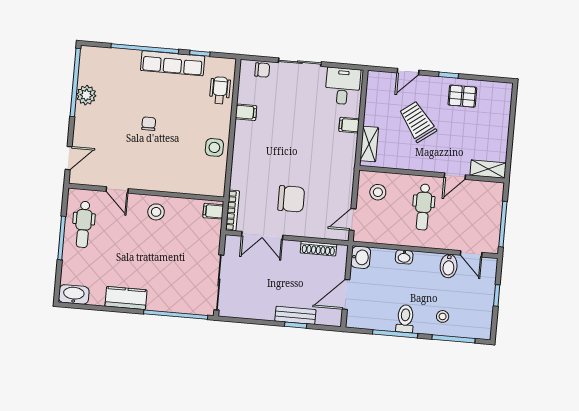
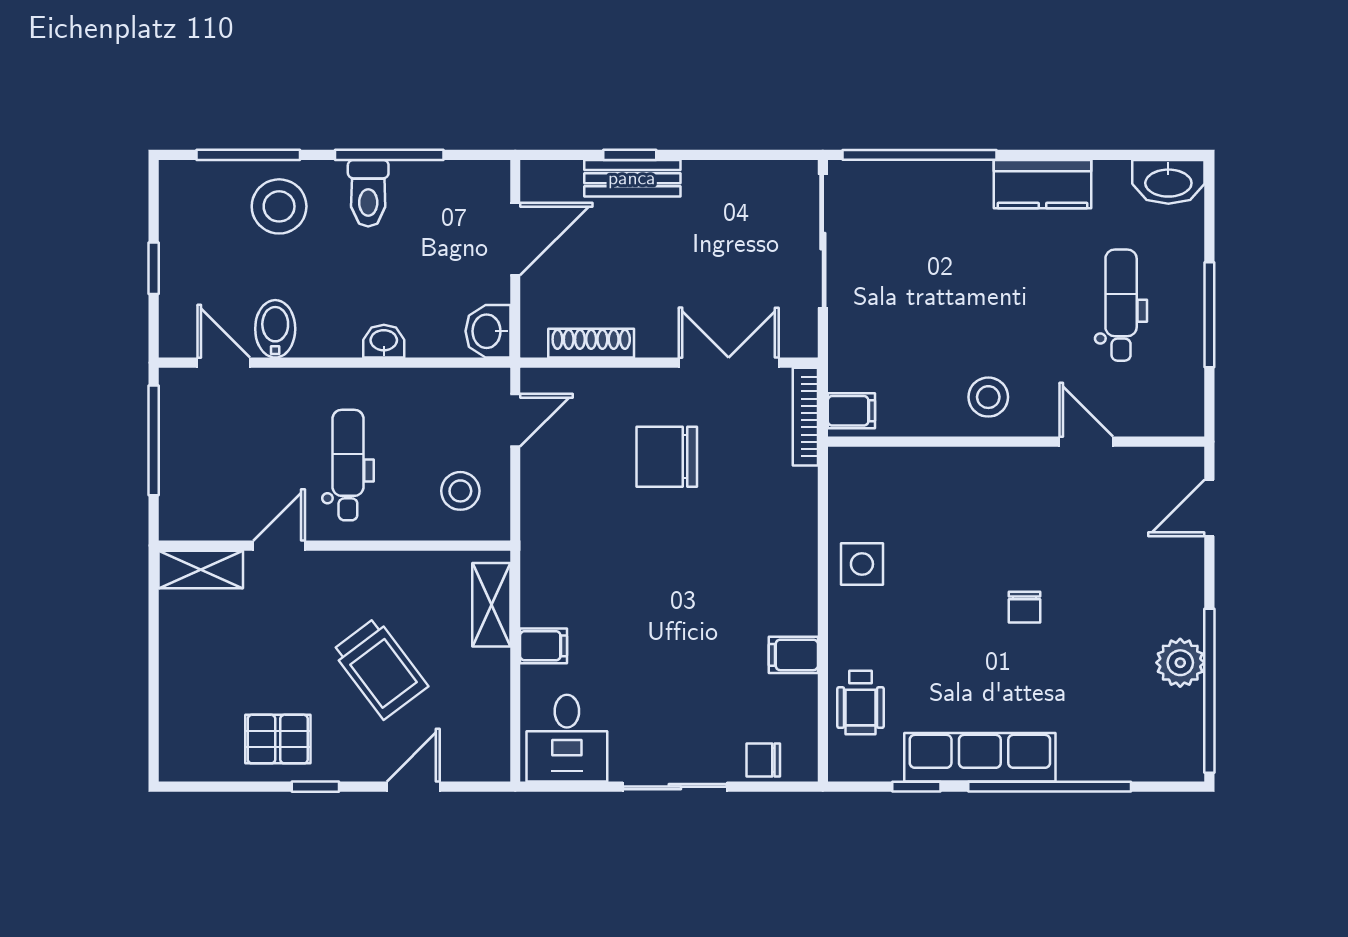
dental chair: (84, 224) -> (1121, 305), moved
stool: (443, 316) -> (279, 206), width x1.89, depth x1.89

